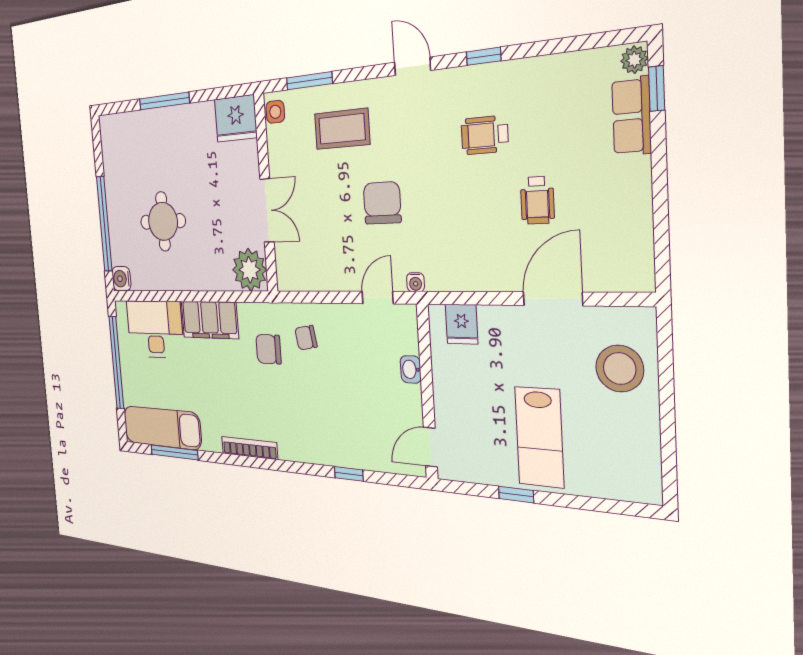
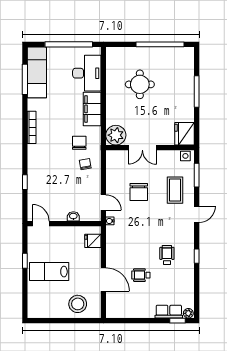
door: (412, 66) -> (197, 214), moved
chair: (382, 203) -> (139, 192), moved, turned 90
window: (104, 224) -> (160, 44), moved
water cooler: (121, 279) -> (112, 53), removed

